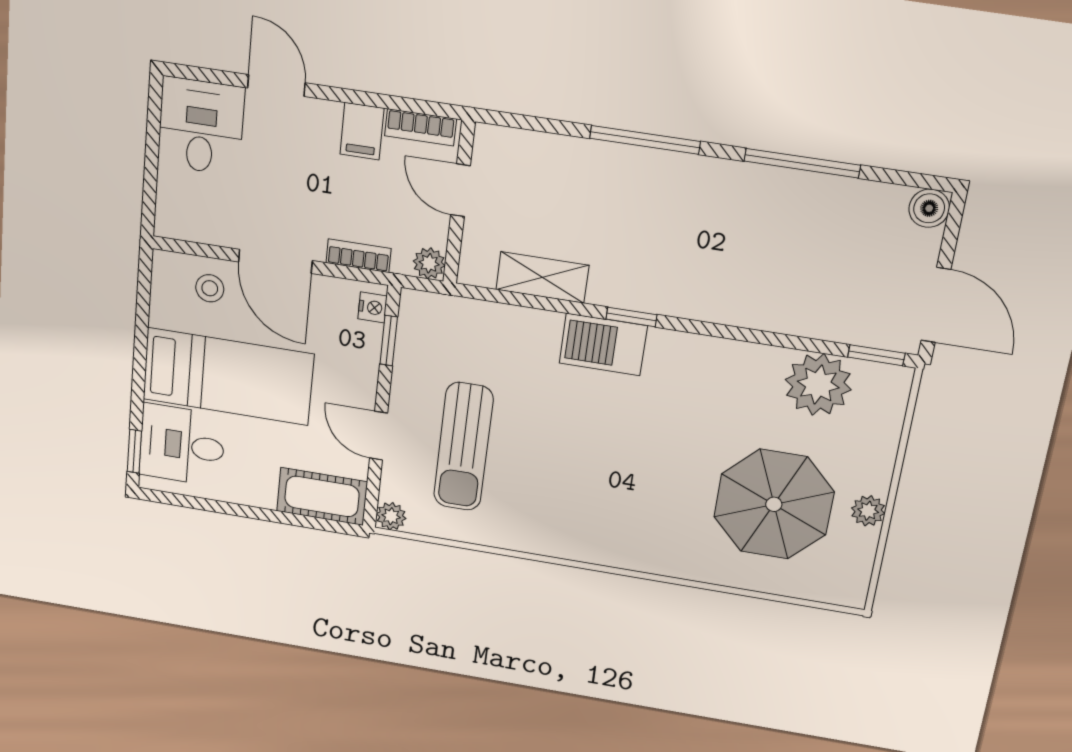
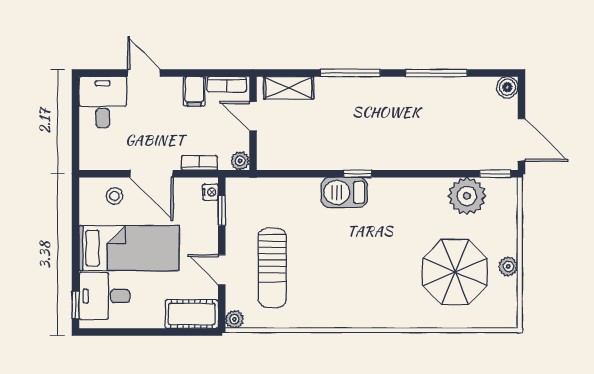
shelving: (542, 277) -> (289, 88), moved

